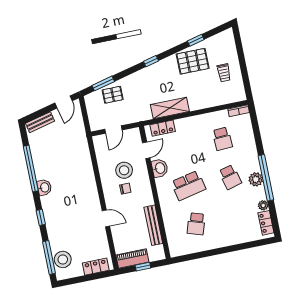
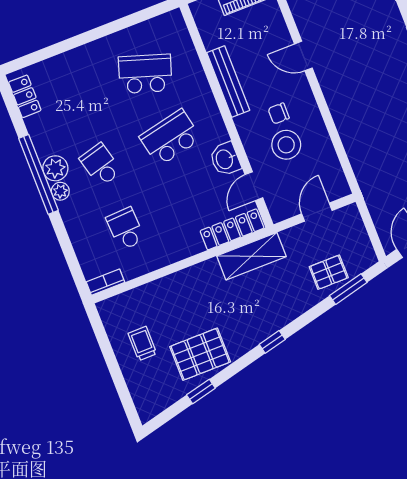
shelving: (170, 108) -> (251, 256), moved
locker: (163, 128) -> (232, 229), width x1.53
plant: (263, 205) -> (60, 191), moved
school desk: (196, 224) -> (145, 74), width x1.85
bench: (153, 225) -> (228, 82), moved

